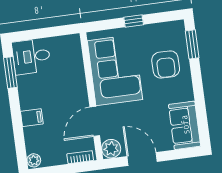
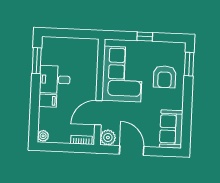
desk: (31, 56) -> (55, 80), moved

